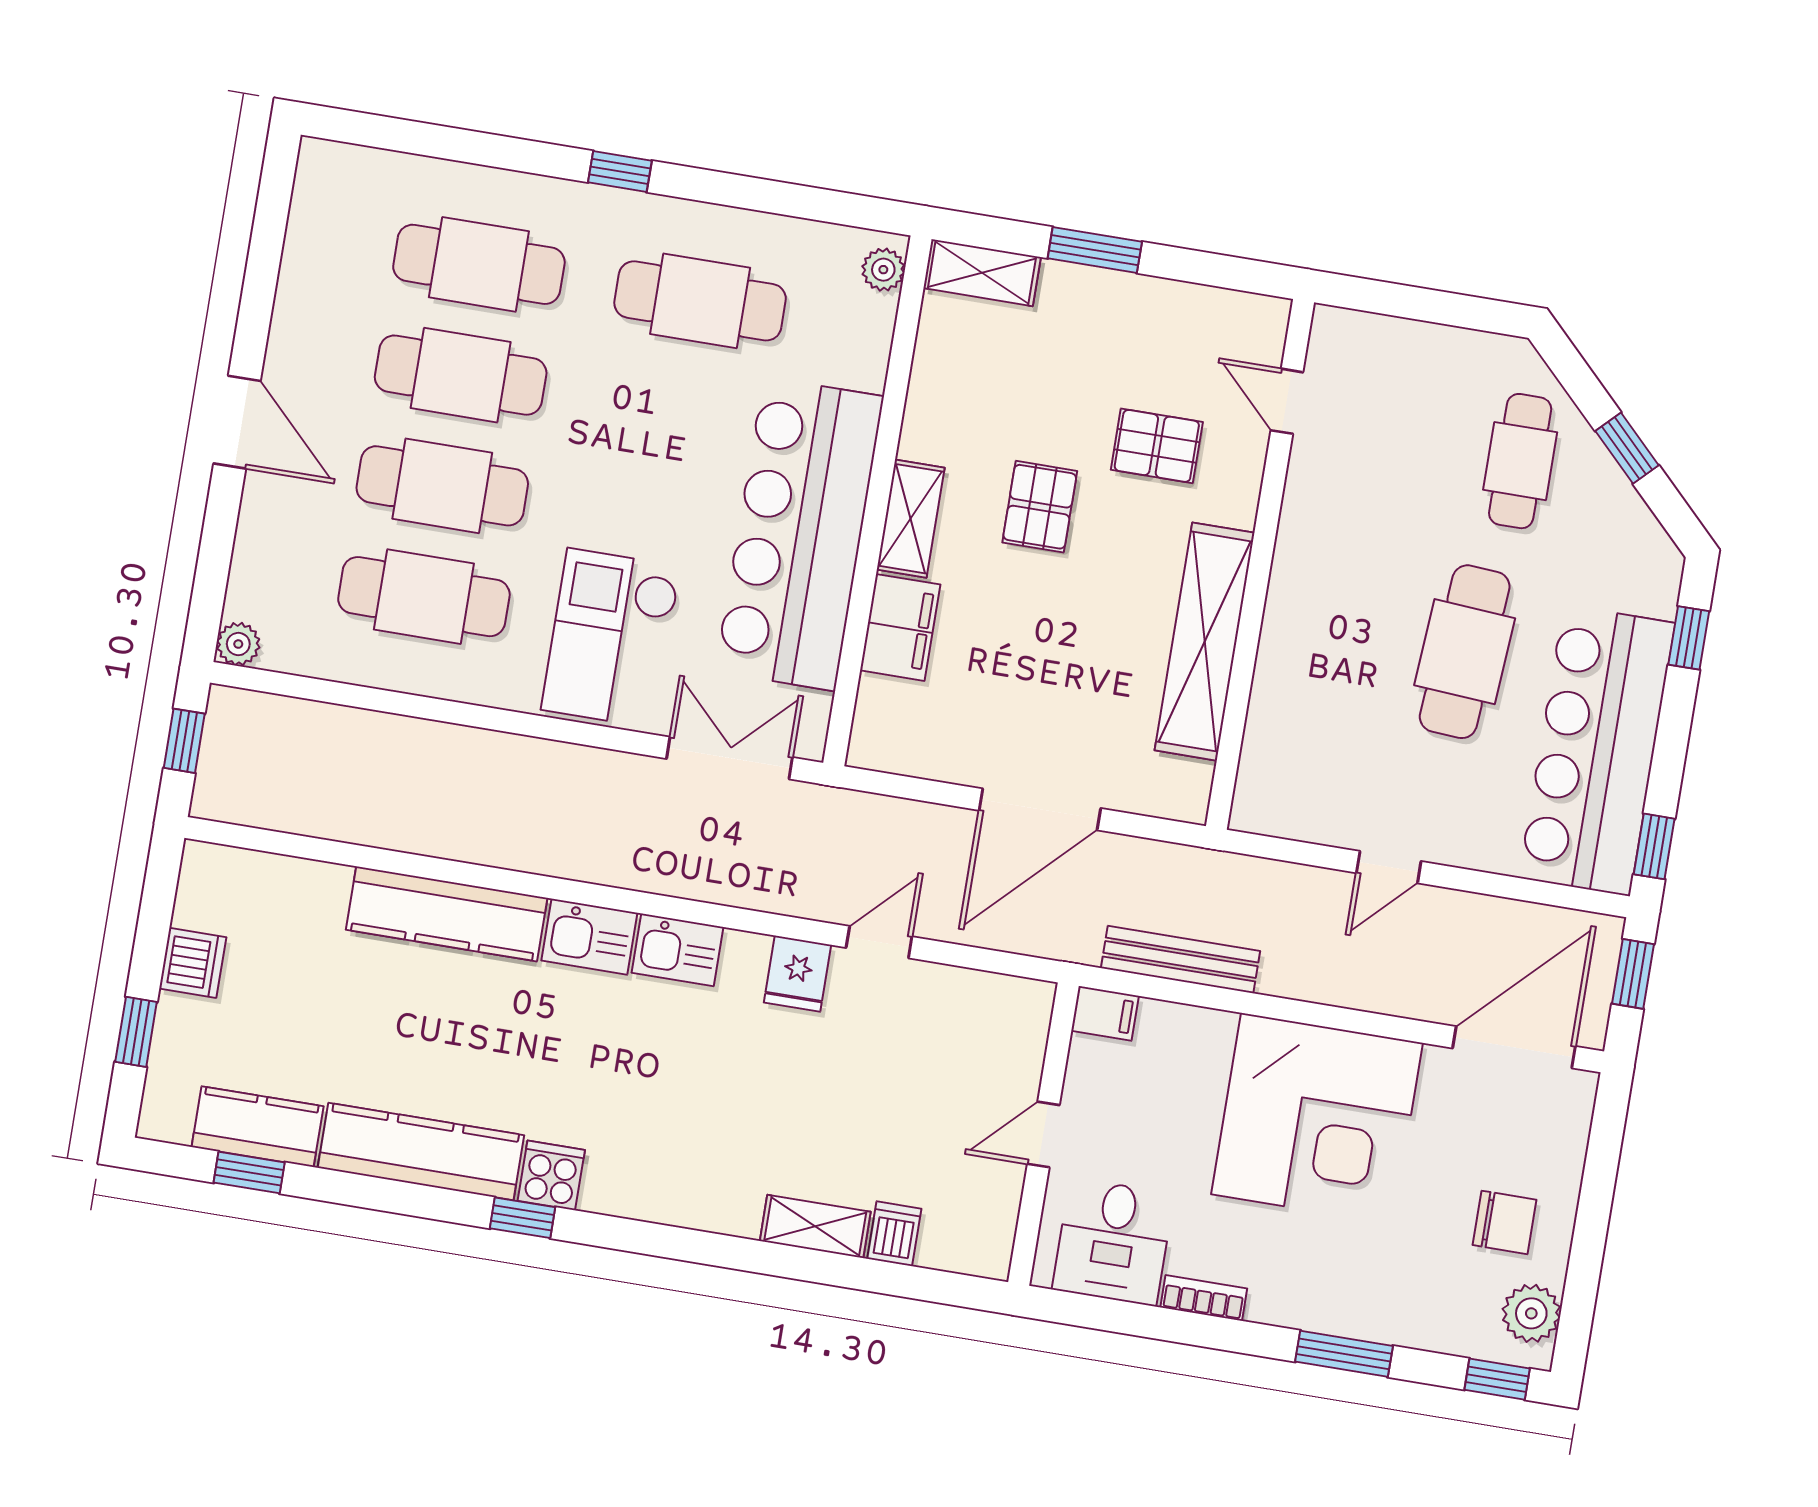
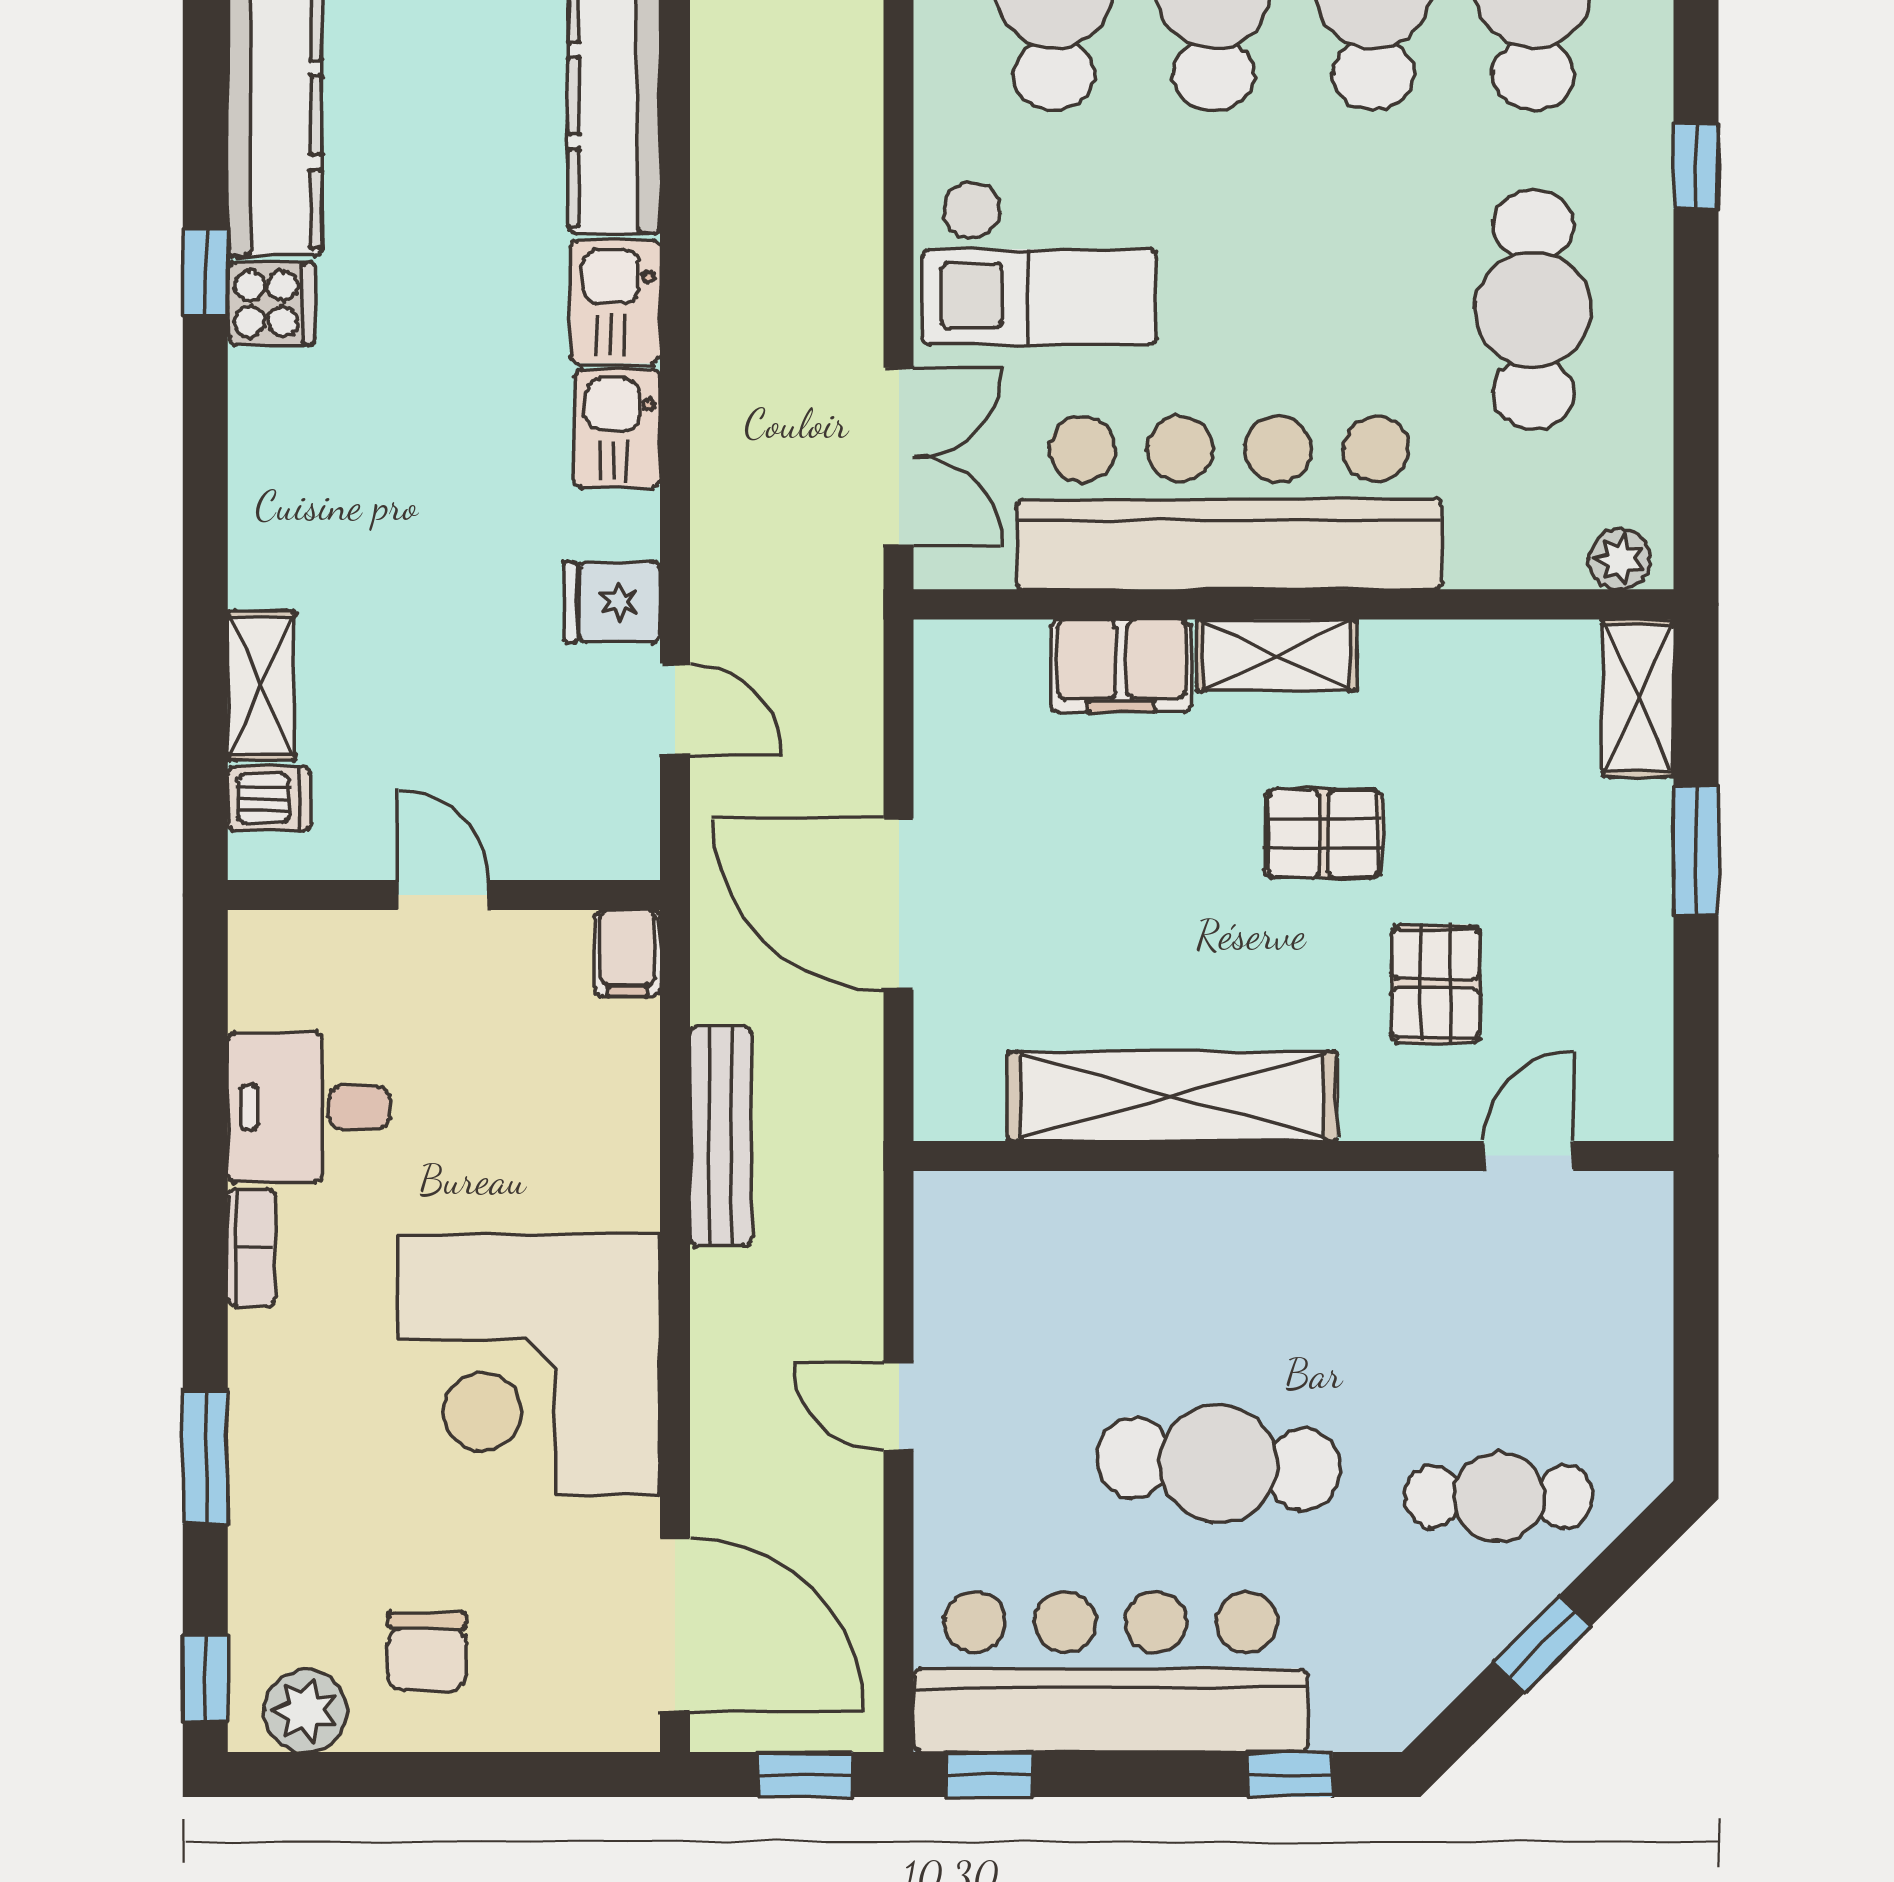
checkout: (611, 638) -> (1039, 263), turned 180
filing cabinet: (1105, 1013) -> (627, 953), moved
door: (1043, 1134) -> (443, 895), moved
wall: (1043, 1134) -> (444, 895), moved

